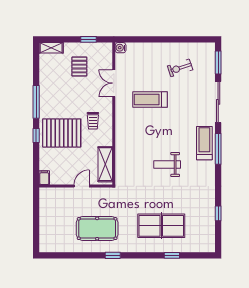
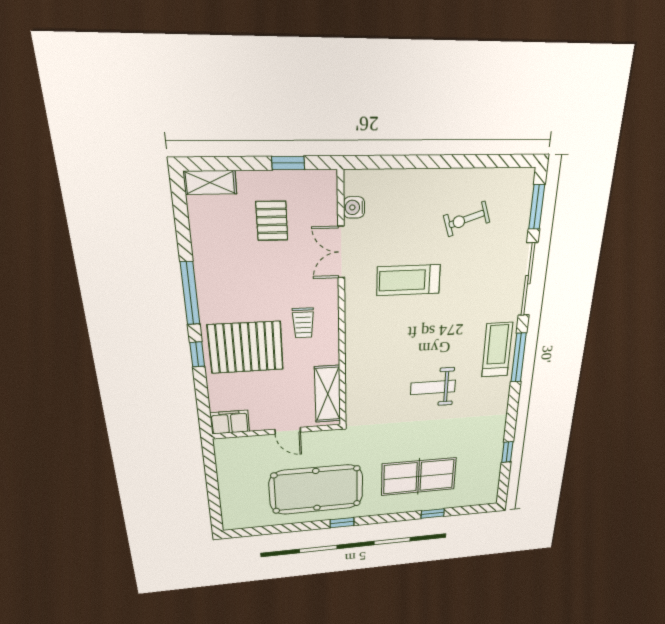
water cooler: (121, 48) -> (354, 207), moved
filing cabinet: (44, 178) -> (230, 422), width x2.00
door: (82, 186) -> (288, 431), swing flipped
pool table: (97, 229) -> (316, 490), width x1.36, depth x1.32

